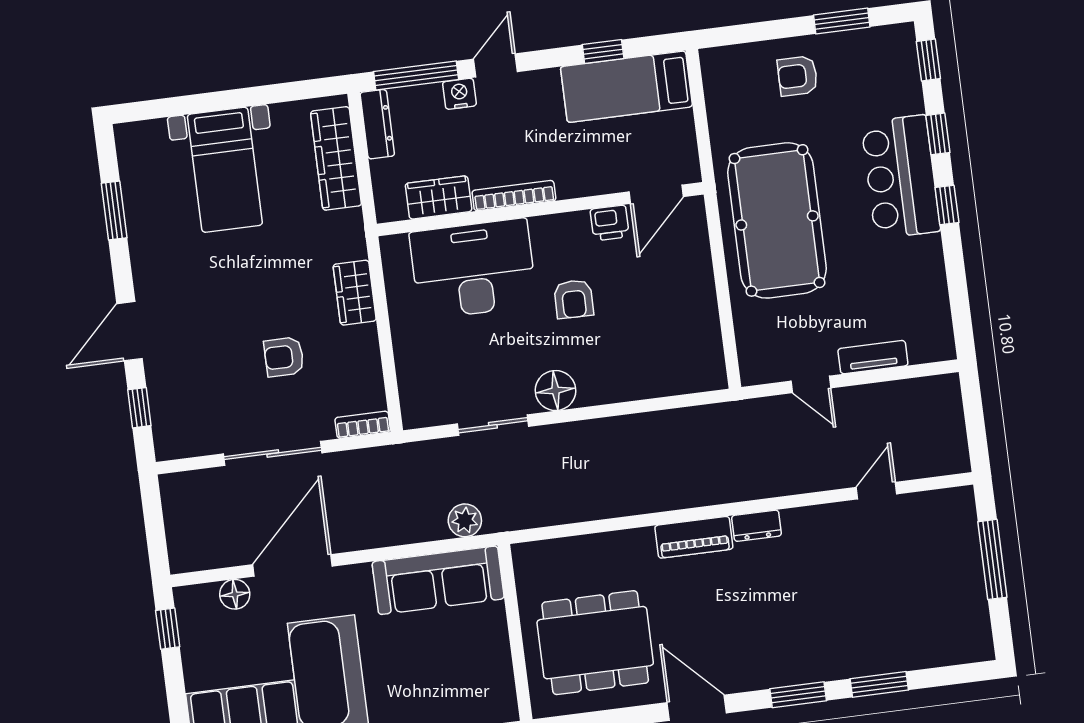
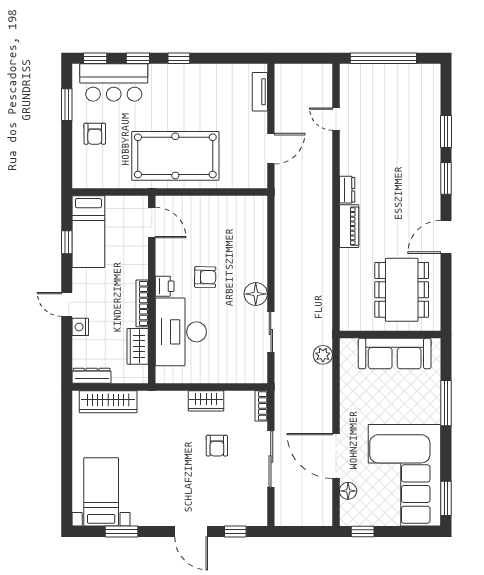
window: (416, 76) -> (67, 350), removed
bed with nightstands: (225, 170) -> (101, 492), moved, turned -90
bar counter: (901, 177) -> (114, 82), moved
printer: (610, 223) -> (165, 286), moved
wardrobe: (355, 293) -> (206, 401), moved
tv unit: (873, 357) -> (260, 92), moved
door: (811, 384) -> (271, 149), width x1.38
window: (992, 559) -> (383, 58), width x1.46
sofa: (438, 580) -> (395, 354), moved, turned 90

